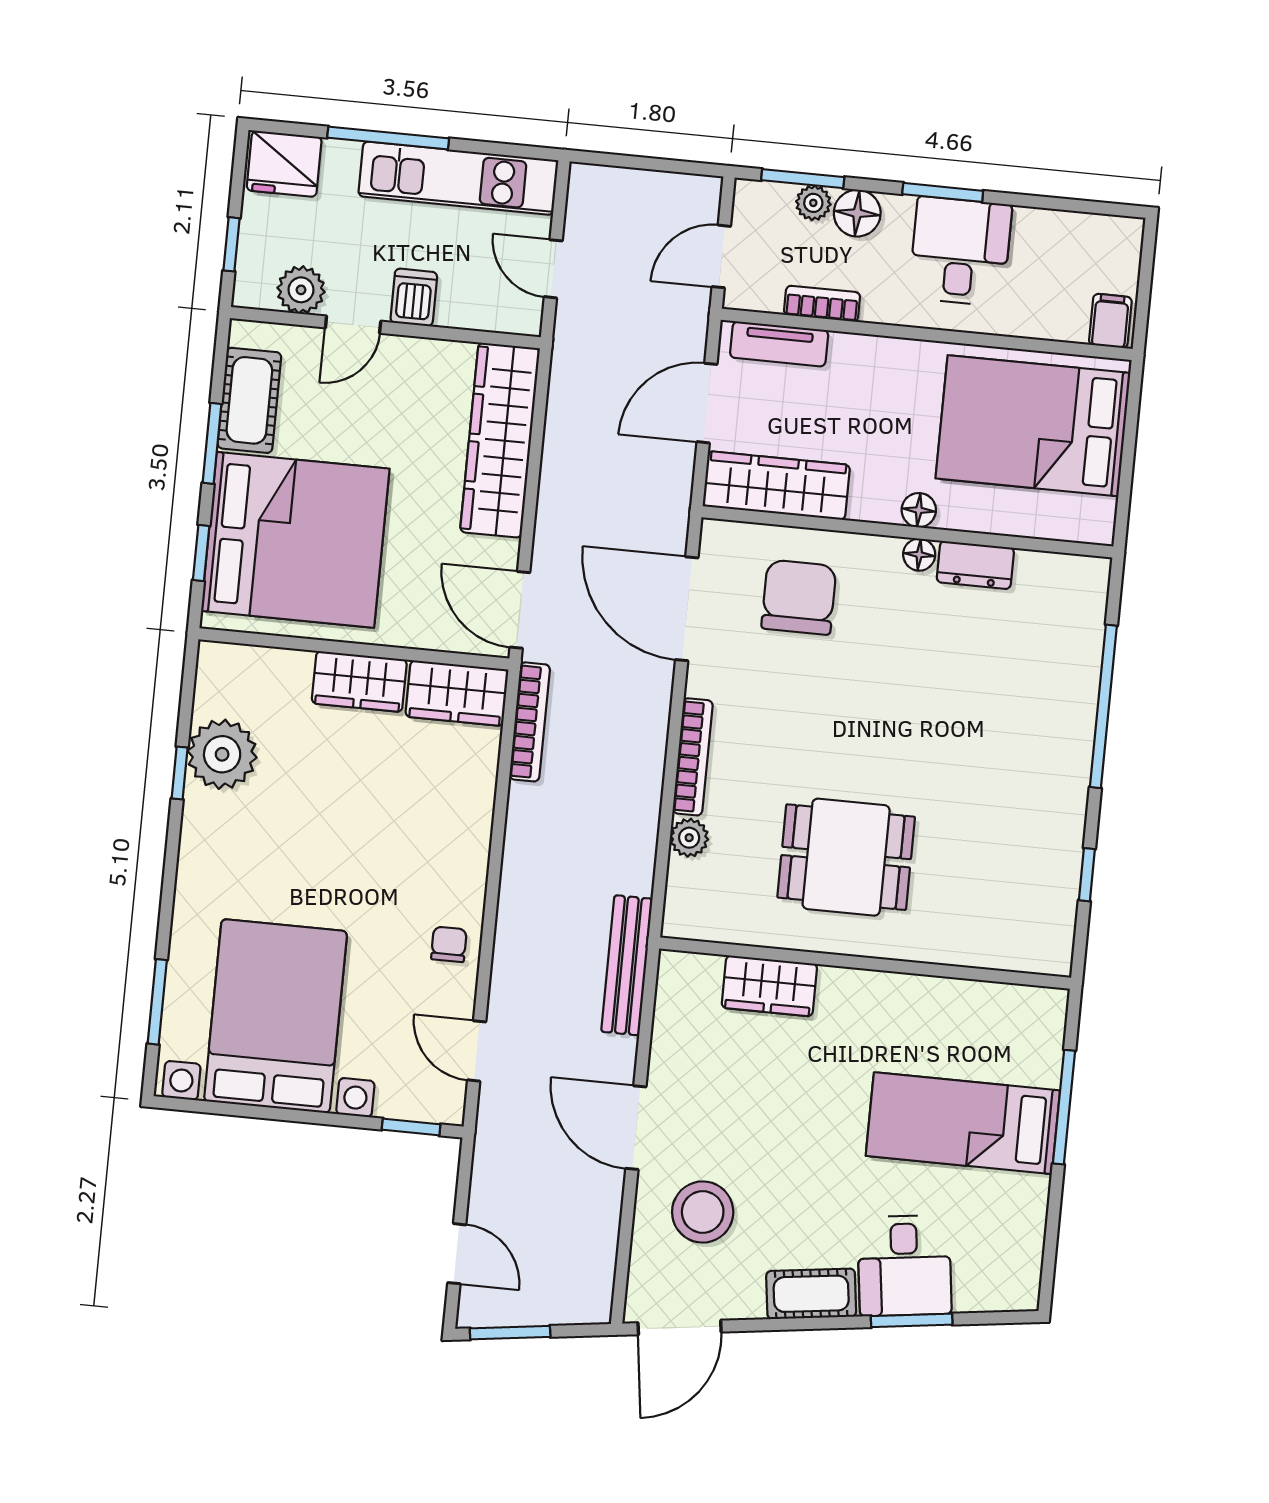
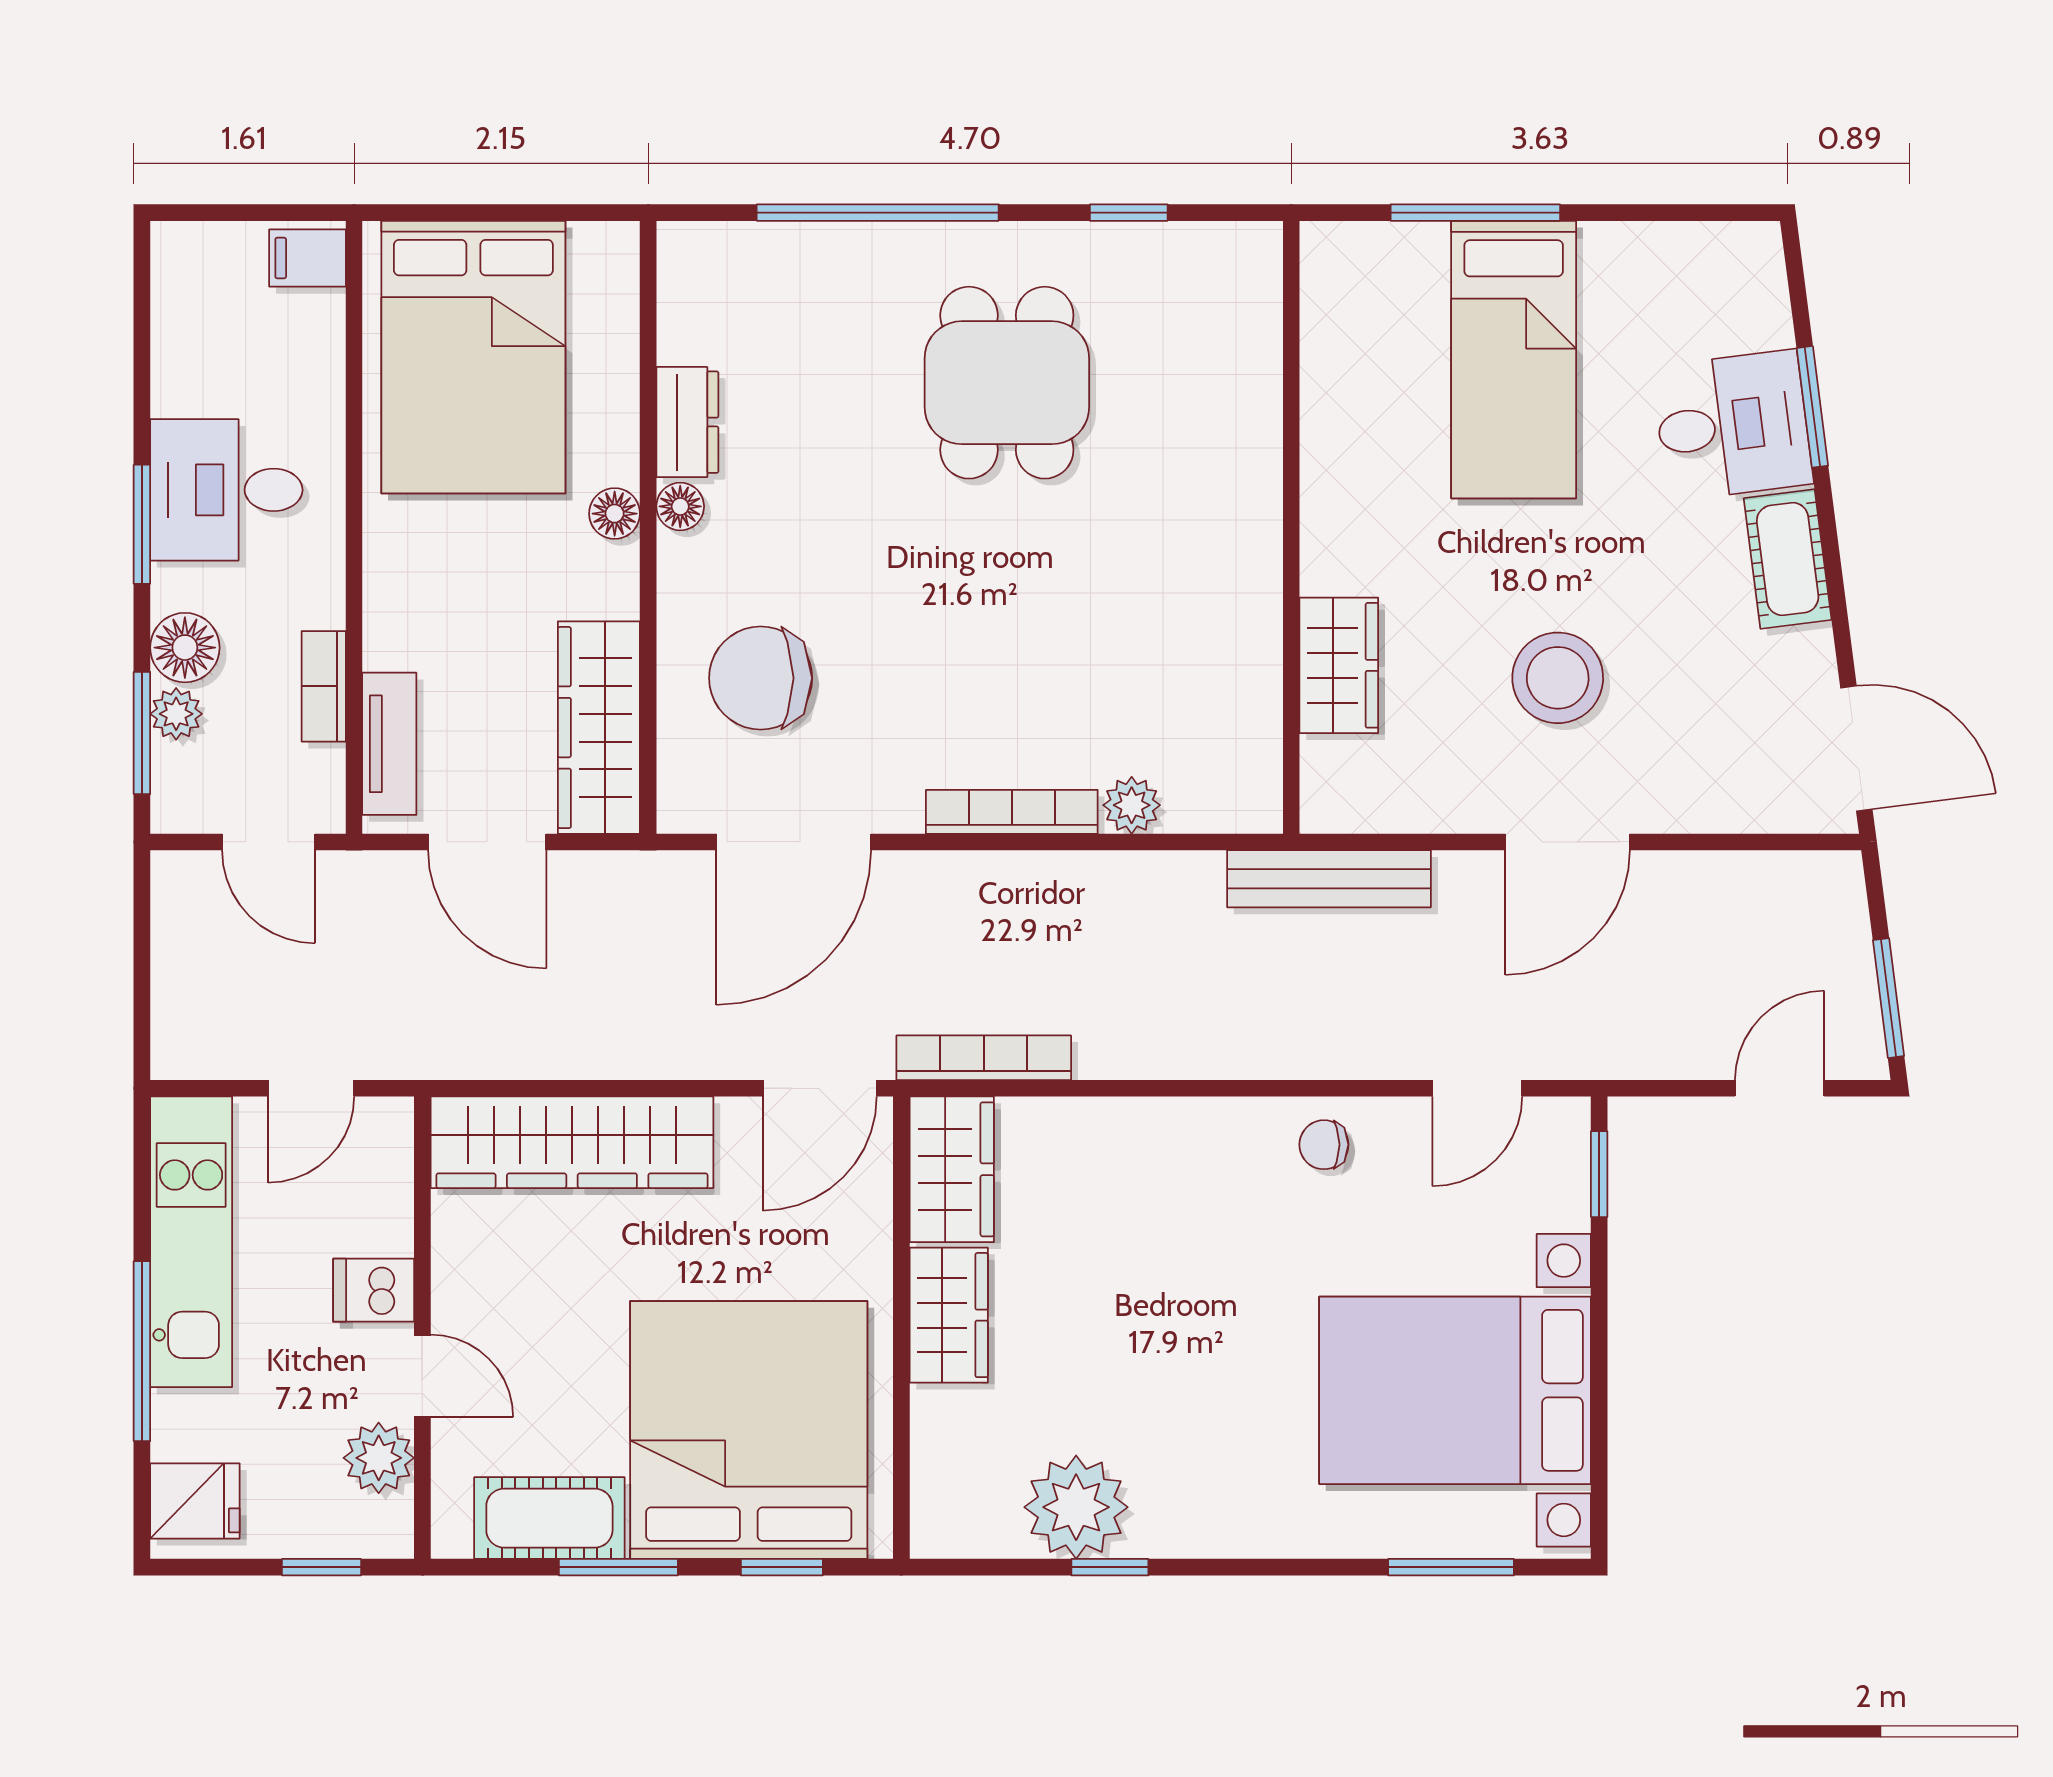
fridge: (284, 164) -> (195, 1501), width x0.72
dining table: (846, 857) -> (1007, 383), moved
stool: (703, 1212) -> (1558, 678), moved

